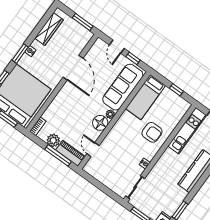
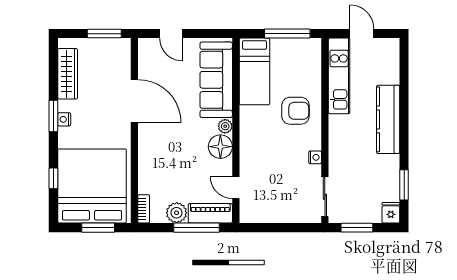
window: (20, 54) -> (53, 116), moved
window: (133, 58) -> (203, 34), removed
window: (176, 90) -> (287, 34), width x2.17

